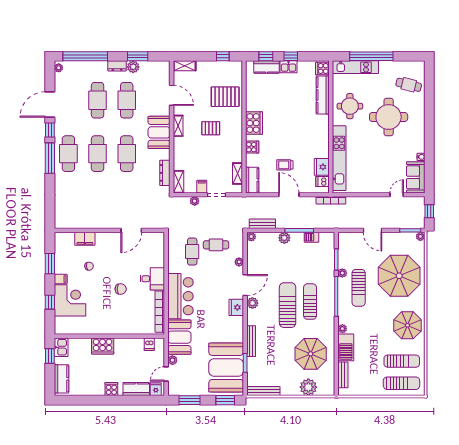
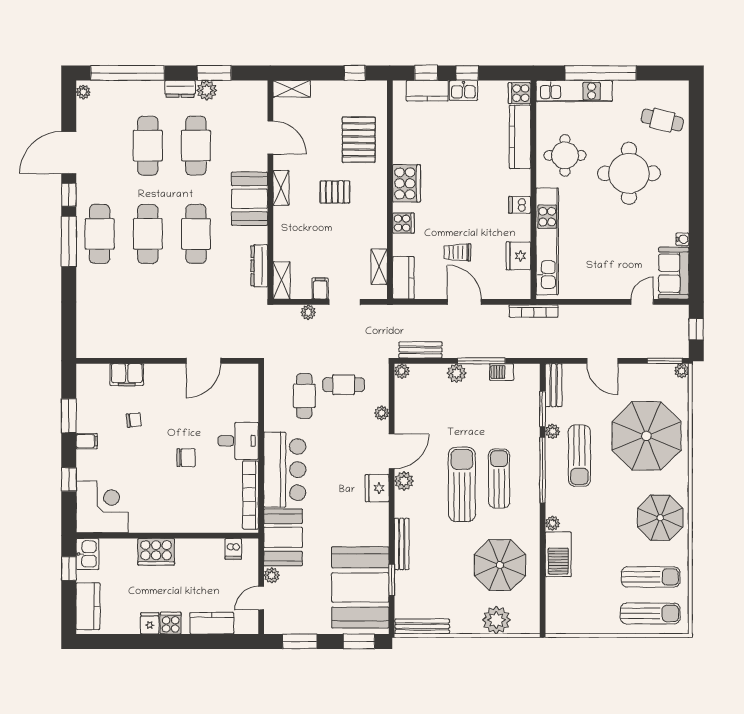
pallet: (225, 97) -> (359, 140), turned 90
dishwasher: (322, 182) -> (520, 205), moved
corner desk: (70, 300) -> (102, 507), moved
bench: (343, 375) -> (554, 385), moved
fridge: (156, 389) -> (150, 623), moved

